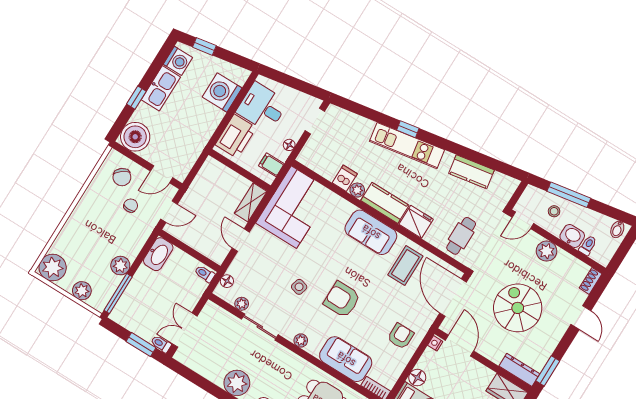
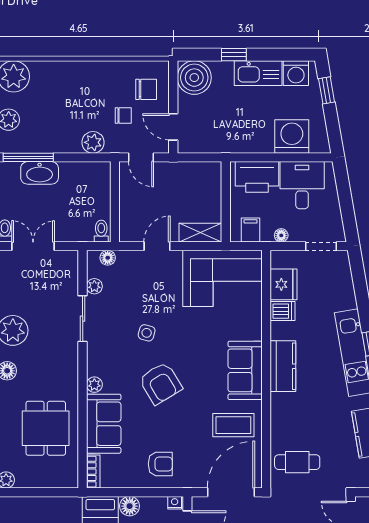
chair: (122, 177) -> (146, 89), turned -142
plant: (357, 190) -> (279, 331), removed
fridge: (416, 222) -> (283, 284), moved
washbasin: (158, 254) -> (40, 173), moved
plant: (120, 266) -> (93, 142), moved
armchair: (342, 300) -> (161, 383), turned 149
plant: (301, 340) -> (94, 385), moved

